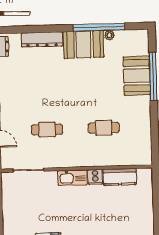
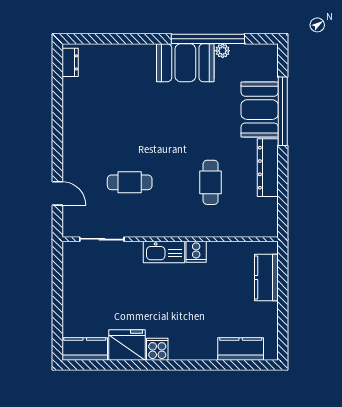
dresser: (42, 39) -> (268, 168), moved, turned 90
cafe table: (104, 128) -> (211, 182), turned 90
kitchen counter: (120, 177) -> (266, 278), moved, turned 90

